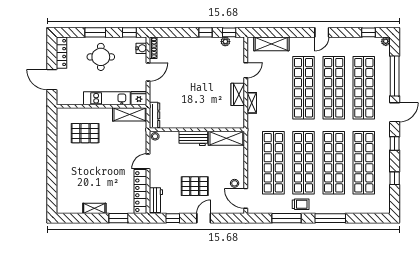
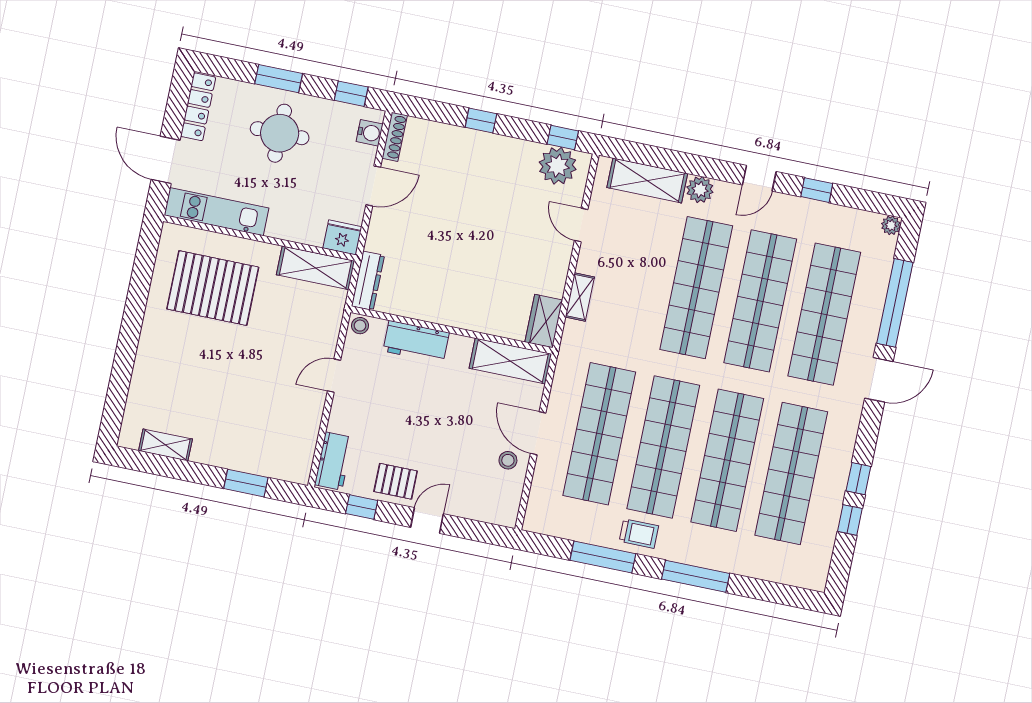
window: (206, 32) -> (481, 121), moved
window: (368, 32) -> (817, 190), moved
plant: (225, 42) -> (558, 166), width x1.87, depth x1.87
plant: (296, 43) -> (700, 190), added
door: (246, 70) -> (581, 225), swing flipped
wardrobe: (238, 94) -> (544, 321), moved
kitchen unit: (107, 98) -> (217, 212), moved
pallet: (85, 133) -> (213, 288), width x1.37, depth x1.41
workbench: (193, 138) -> (416, 342), moved
window: (395, 144) -> (858, 479), moved
pallet: (195, 186) -> (396, 481), moved, width x0.67, depth x0.71
locker: (140, 192) -> (305, 436), removed
door: (246, 198) -> (538, 433), moved
shelving: (94, 208) -> (165, 445), moved

